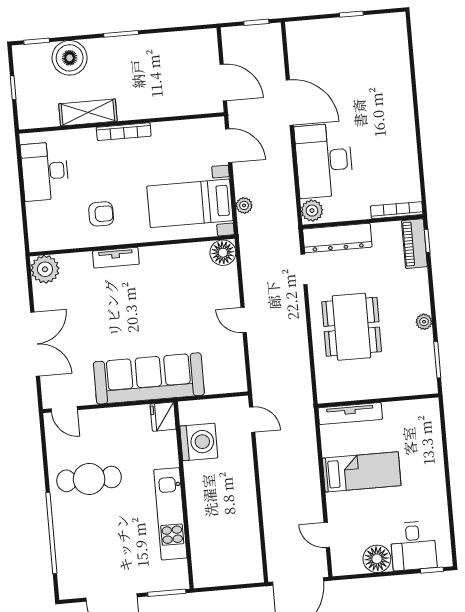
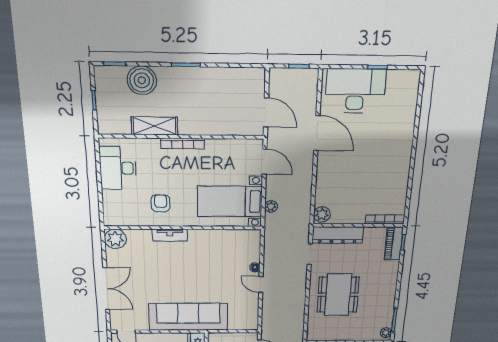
desk: (324, 161) -> (355, 91), moved, turned 90
armchair: (101, 214) -> (161, 203), turned -90
floor lamp: (223, 253) -> (255, 267), moved, width x0.53, depth x0.53
plant: (424, 322) -> (386, 333), moved

